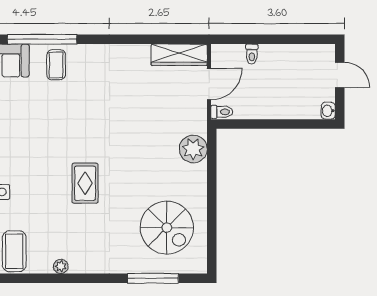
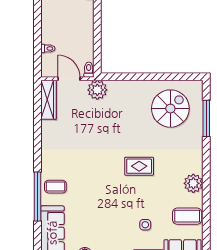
plant: (193, 149) -> (97, 90), moved
plant: (61, 266) -> (193, 183), width x1.88, depth x1.88

